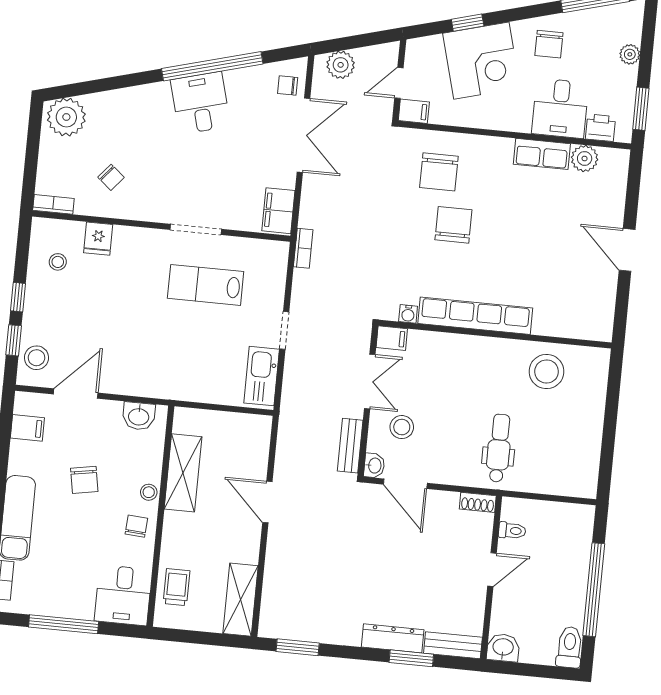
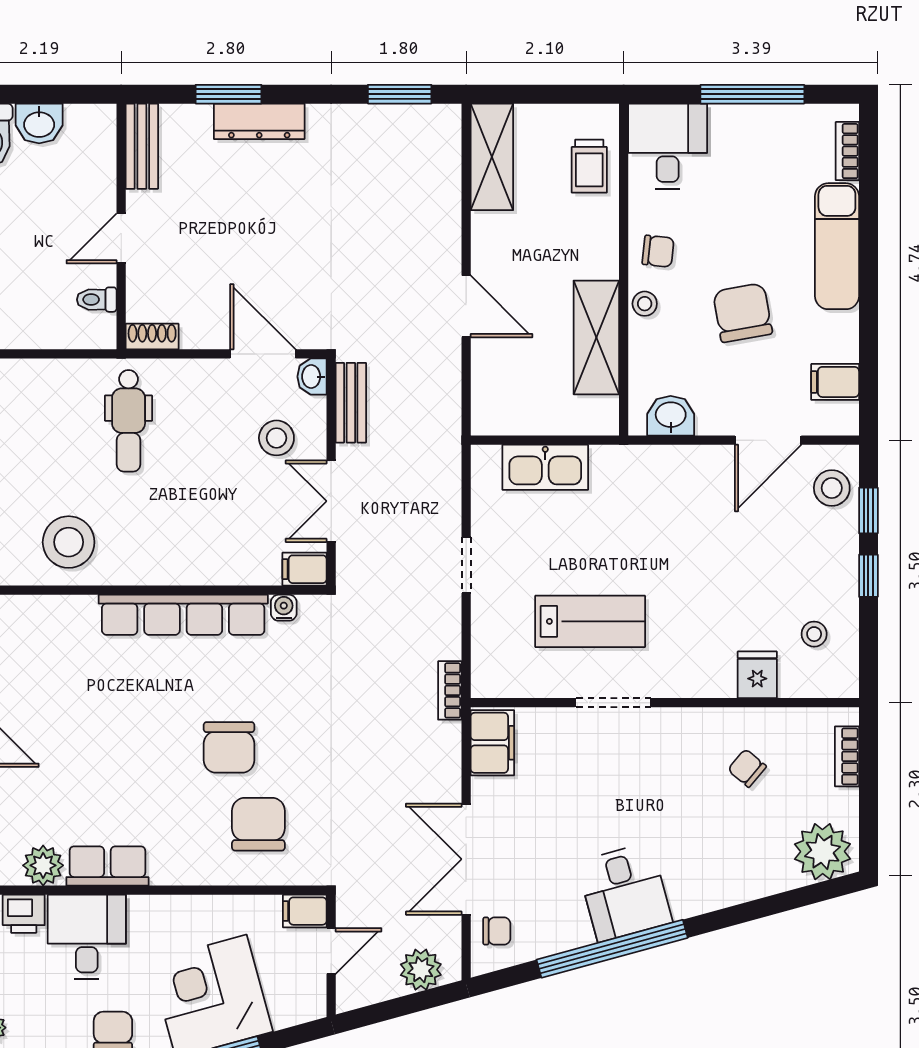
bookcase: (53, 204) -> (847, 756), moved, turned 90
kitchen sink: (262, 376) -> (545, 467), moved, turned 90
chair: (84, 480) -> (743, 313), width x1.37, depth x1.37
chair: (136, 526) -> (658, 251), turned -88
bench: (453, 645) -> (142, 146), moved, turned 90
washbasin: (503, 648) -> (39, 123), moved

